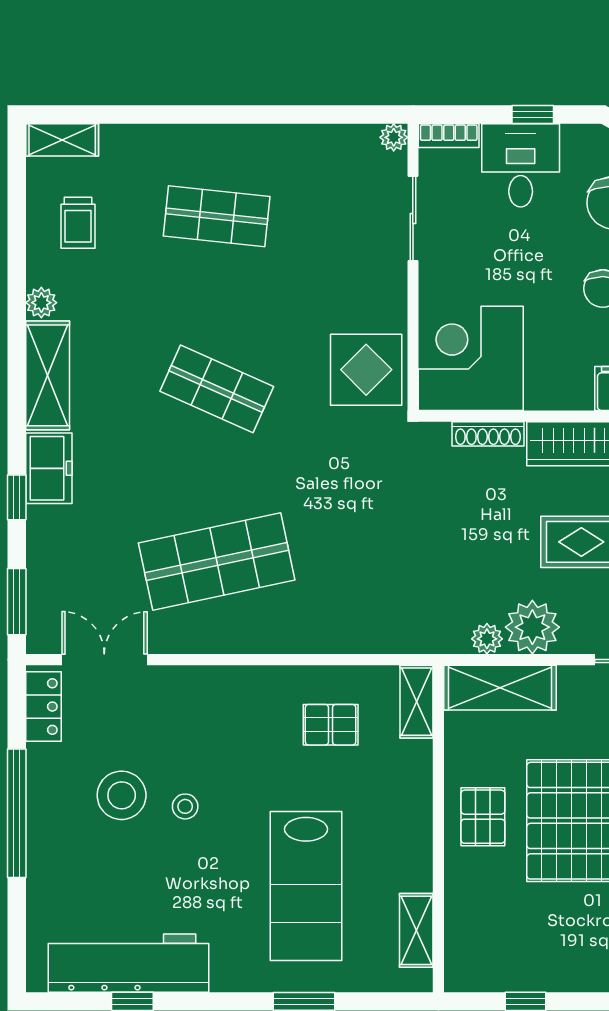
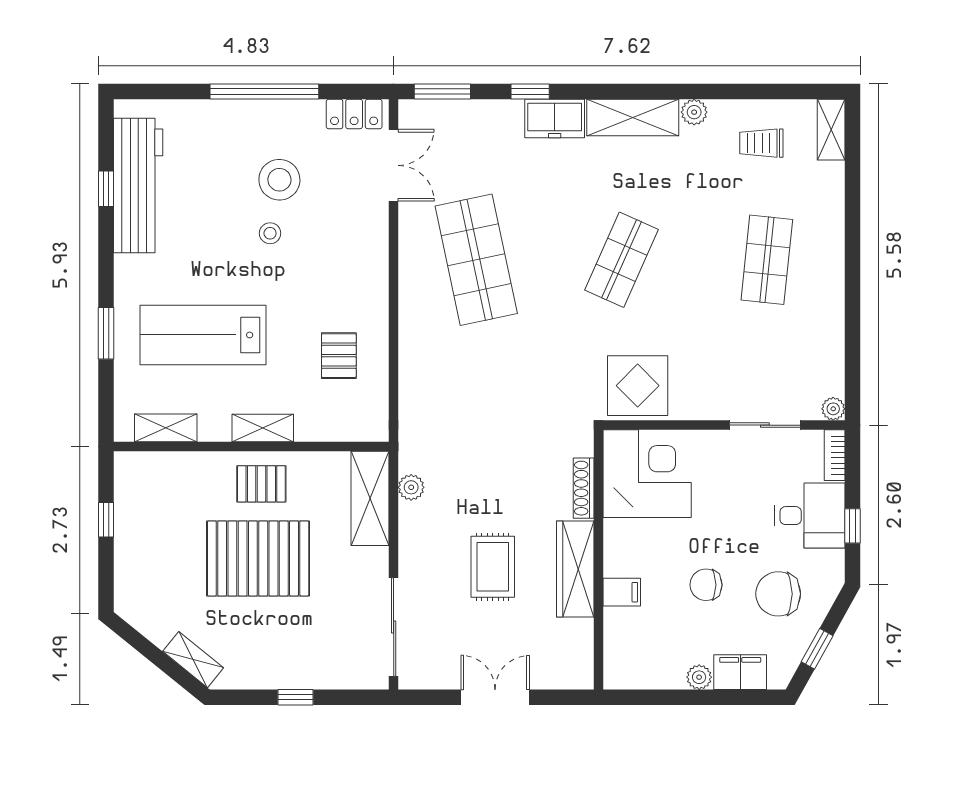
plant: (532, 627) -> (421, 526), removed
shelving: (417, 702) -> (263, 428), moved

